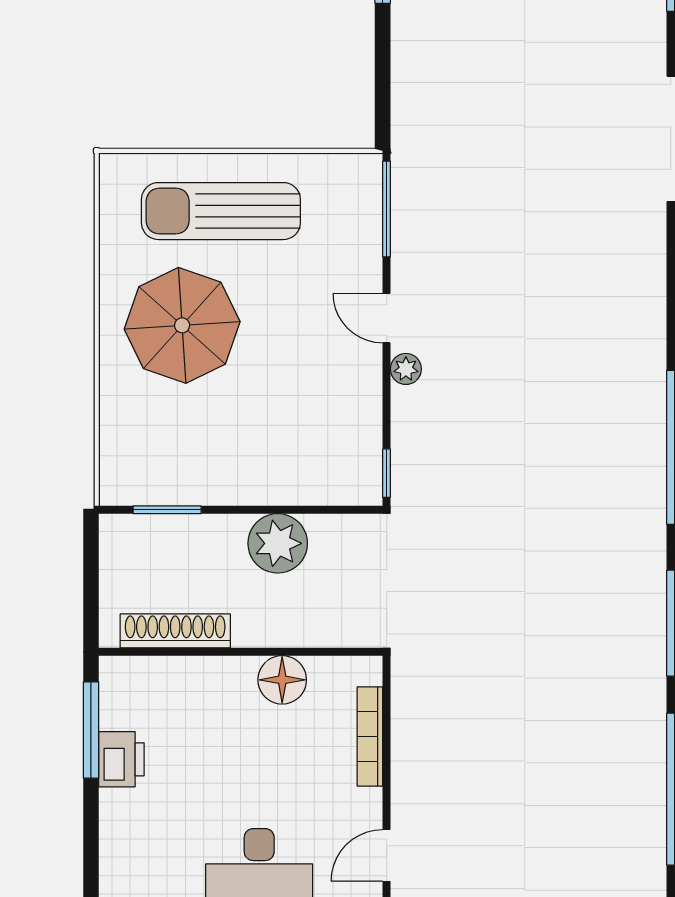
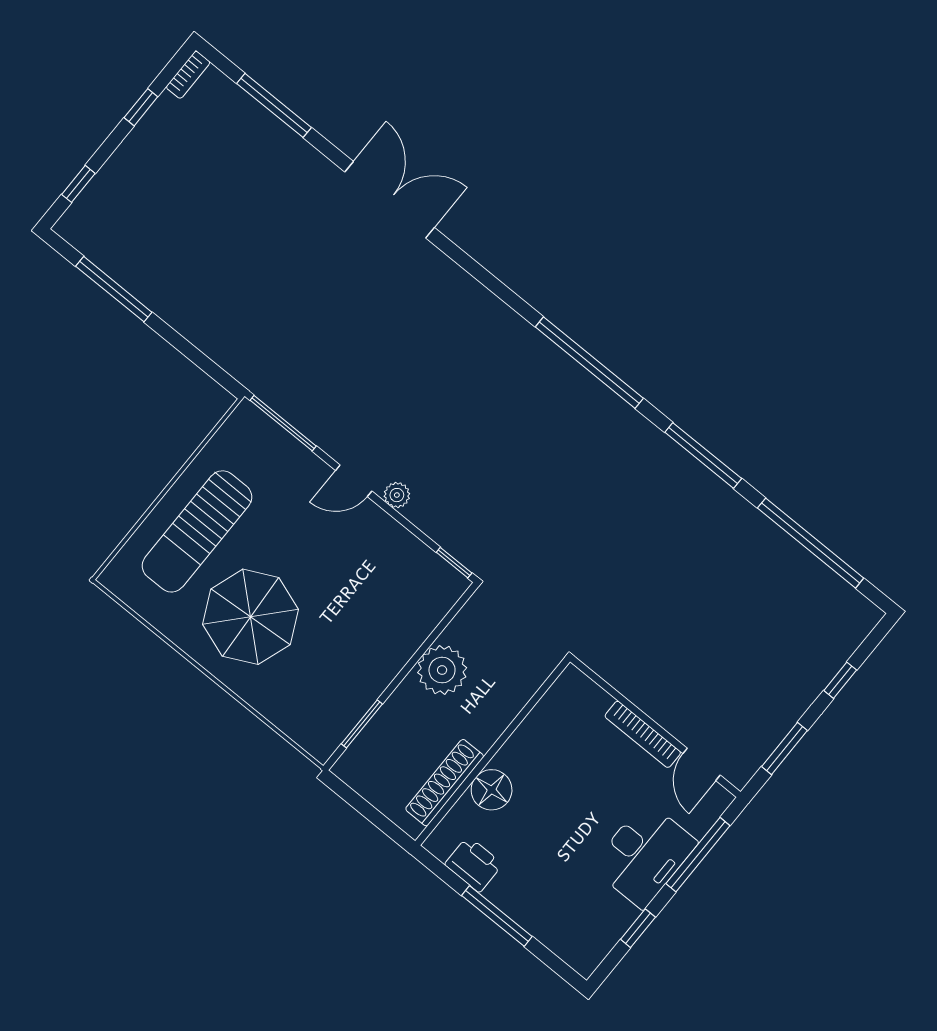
floor lamp: (282, 680) -> (492, 790), moved
window: (91, 730) -> (497, 916), moved
bookcase: (370, 736) -> (643, 734), moved
printer: (121, 759) -> (474, 864), moved

